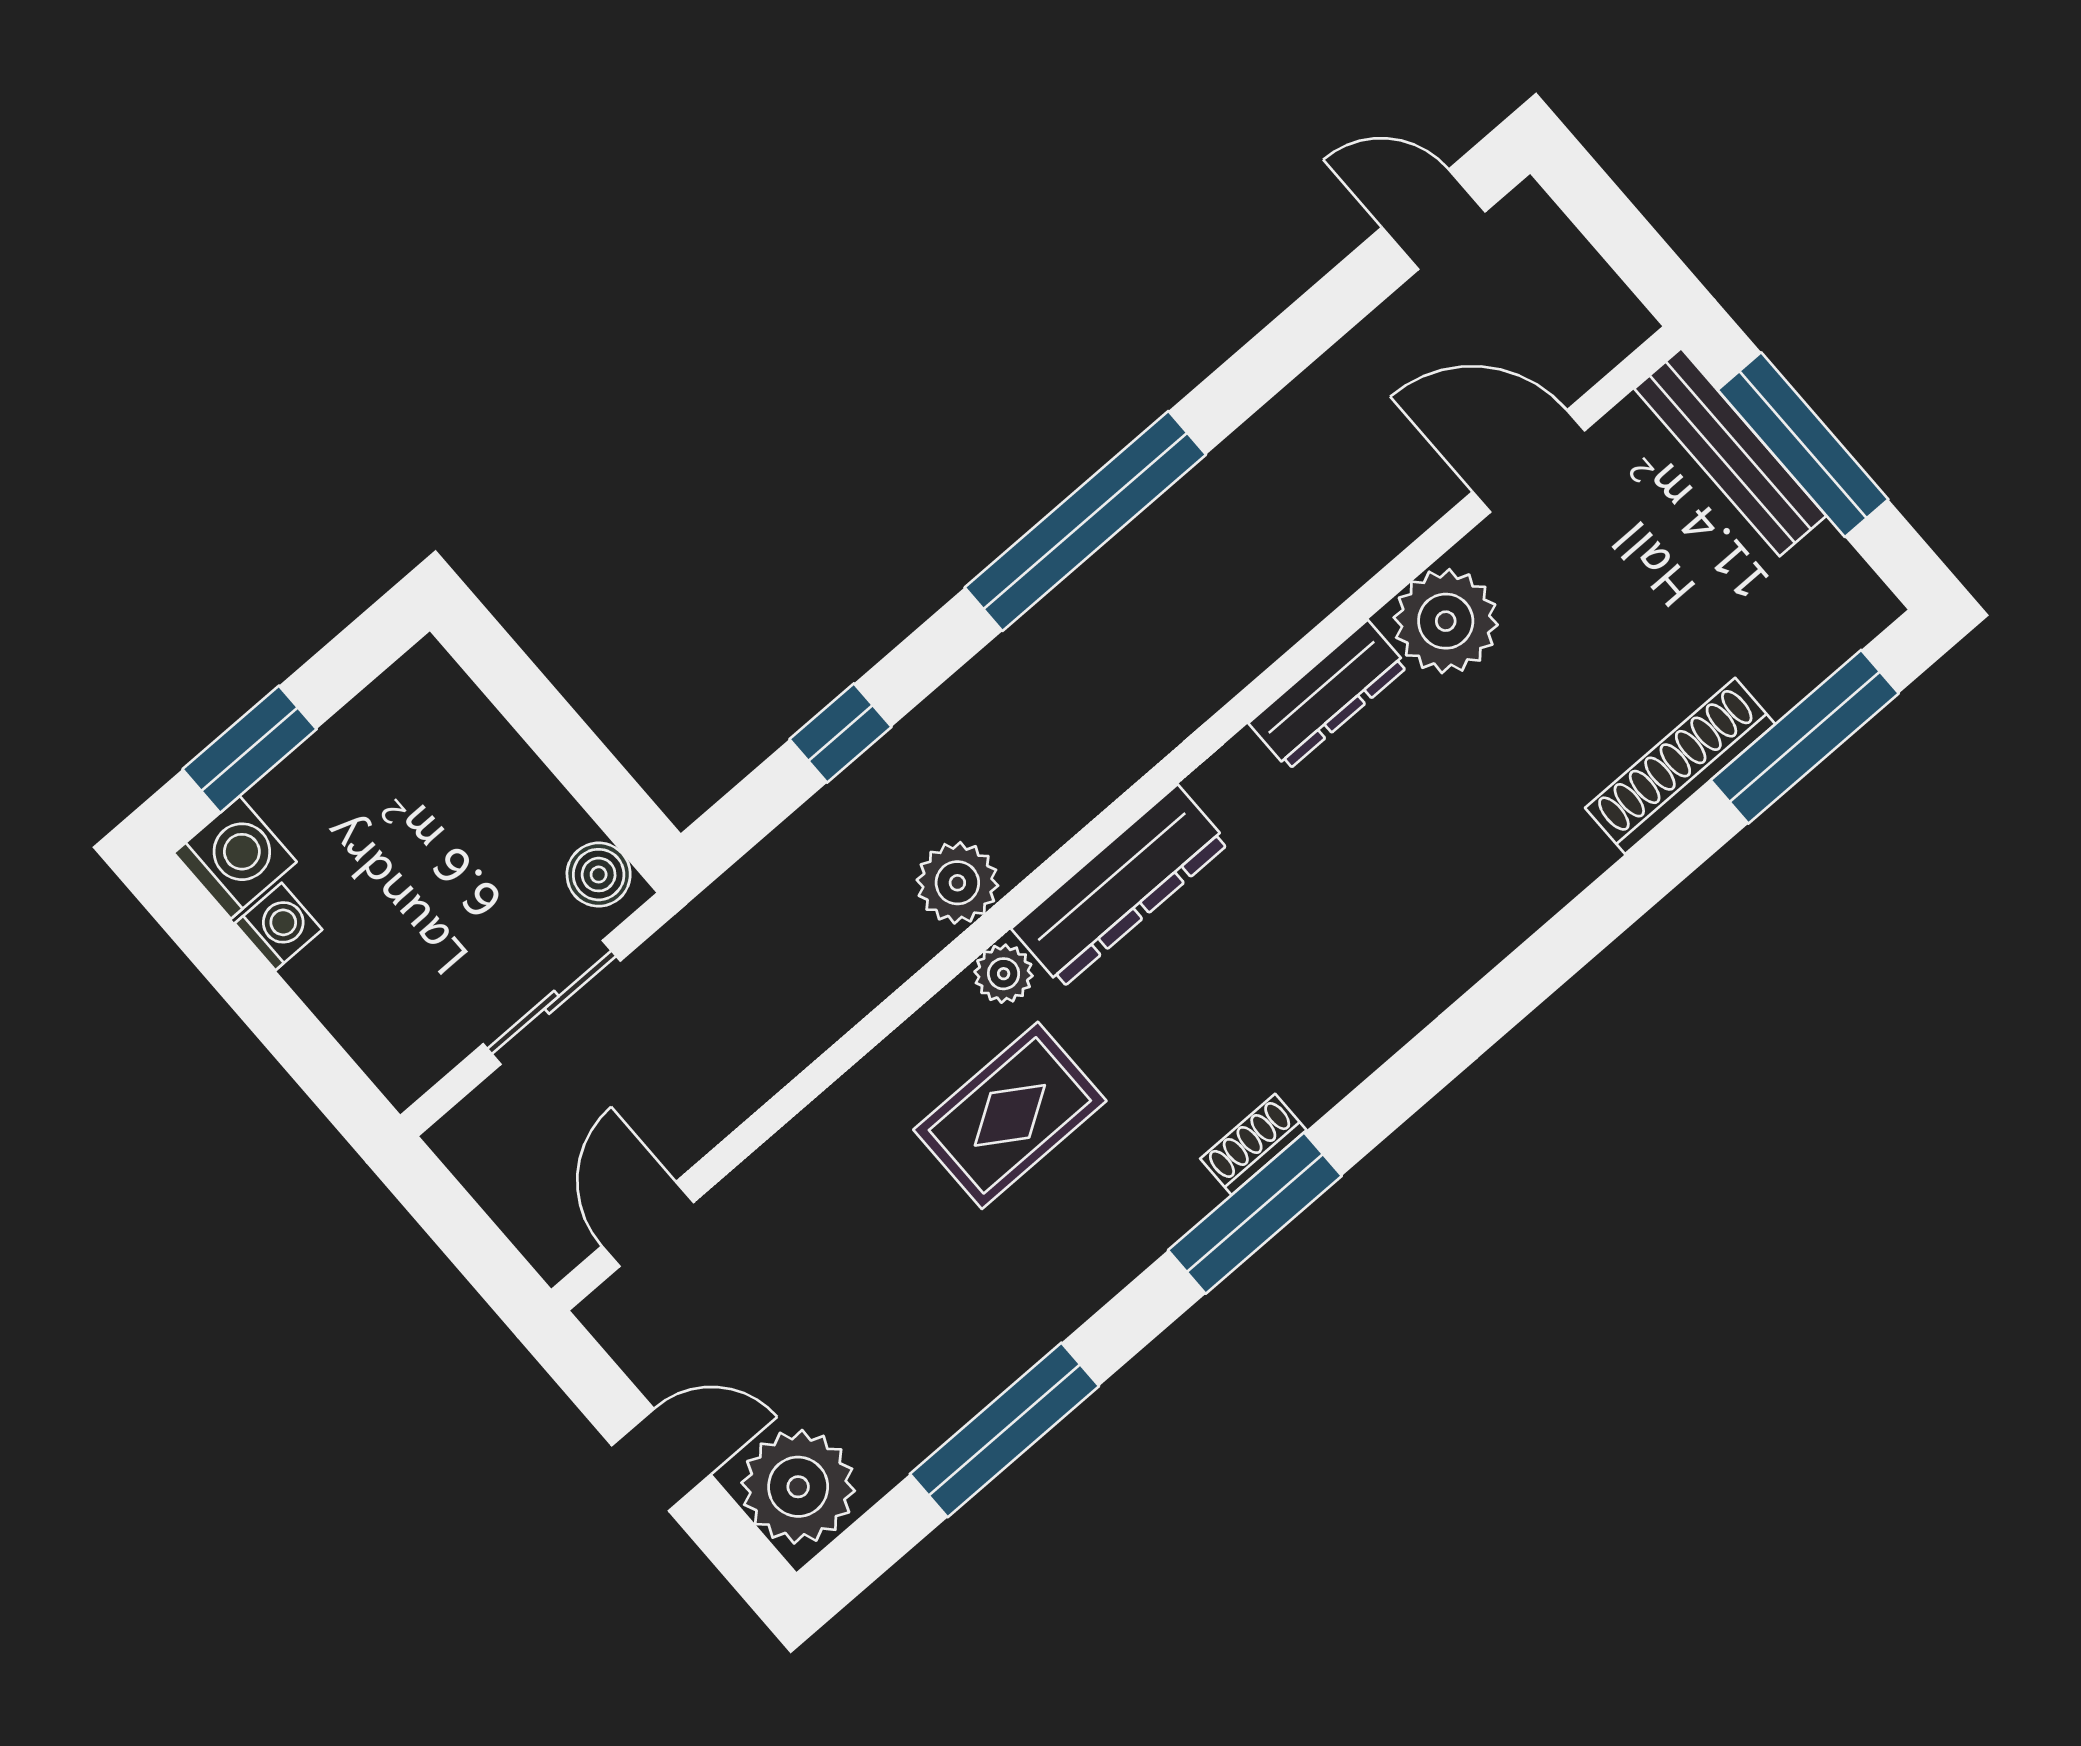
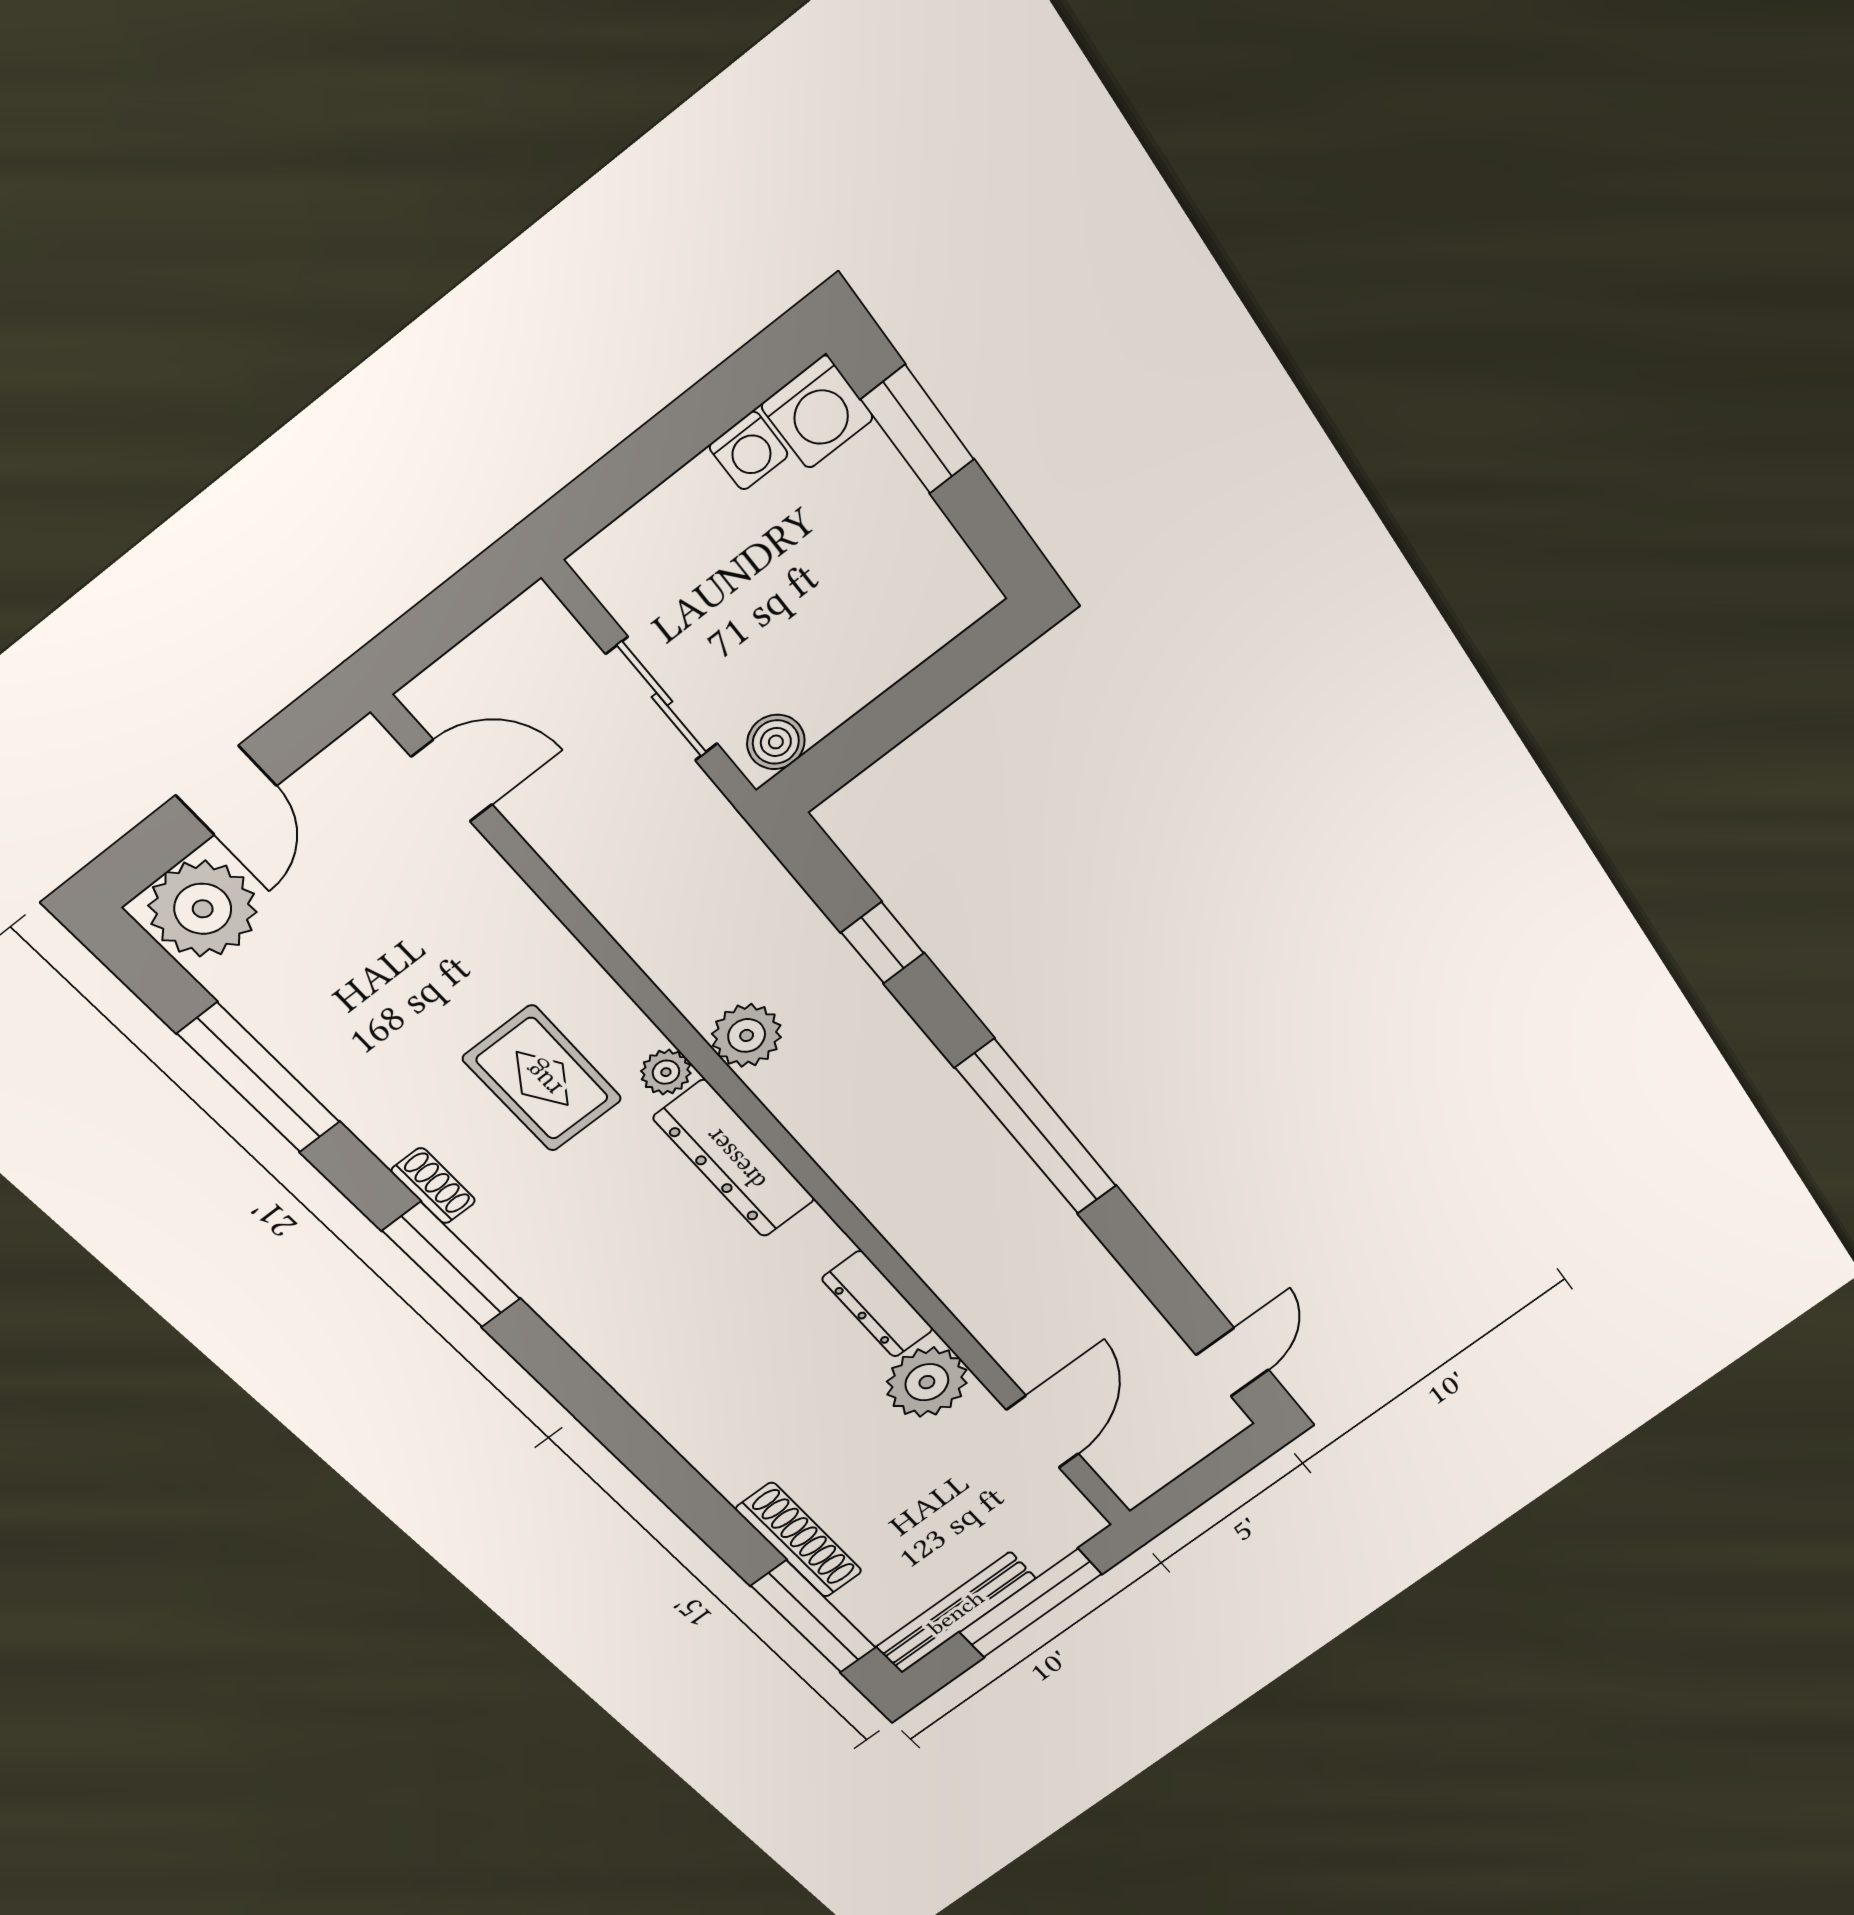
bench: (1730, 452) -> (956, 1613), moved
shoe rack: (1253, 1144) -> (433, 1186), moved

